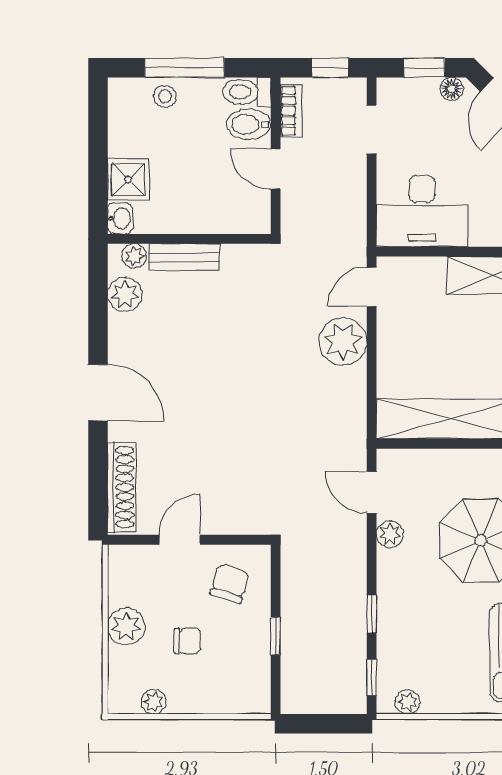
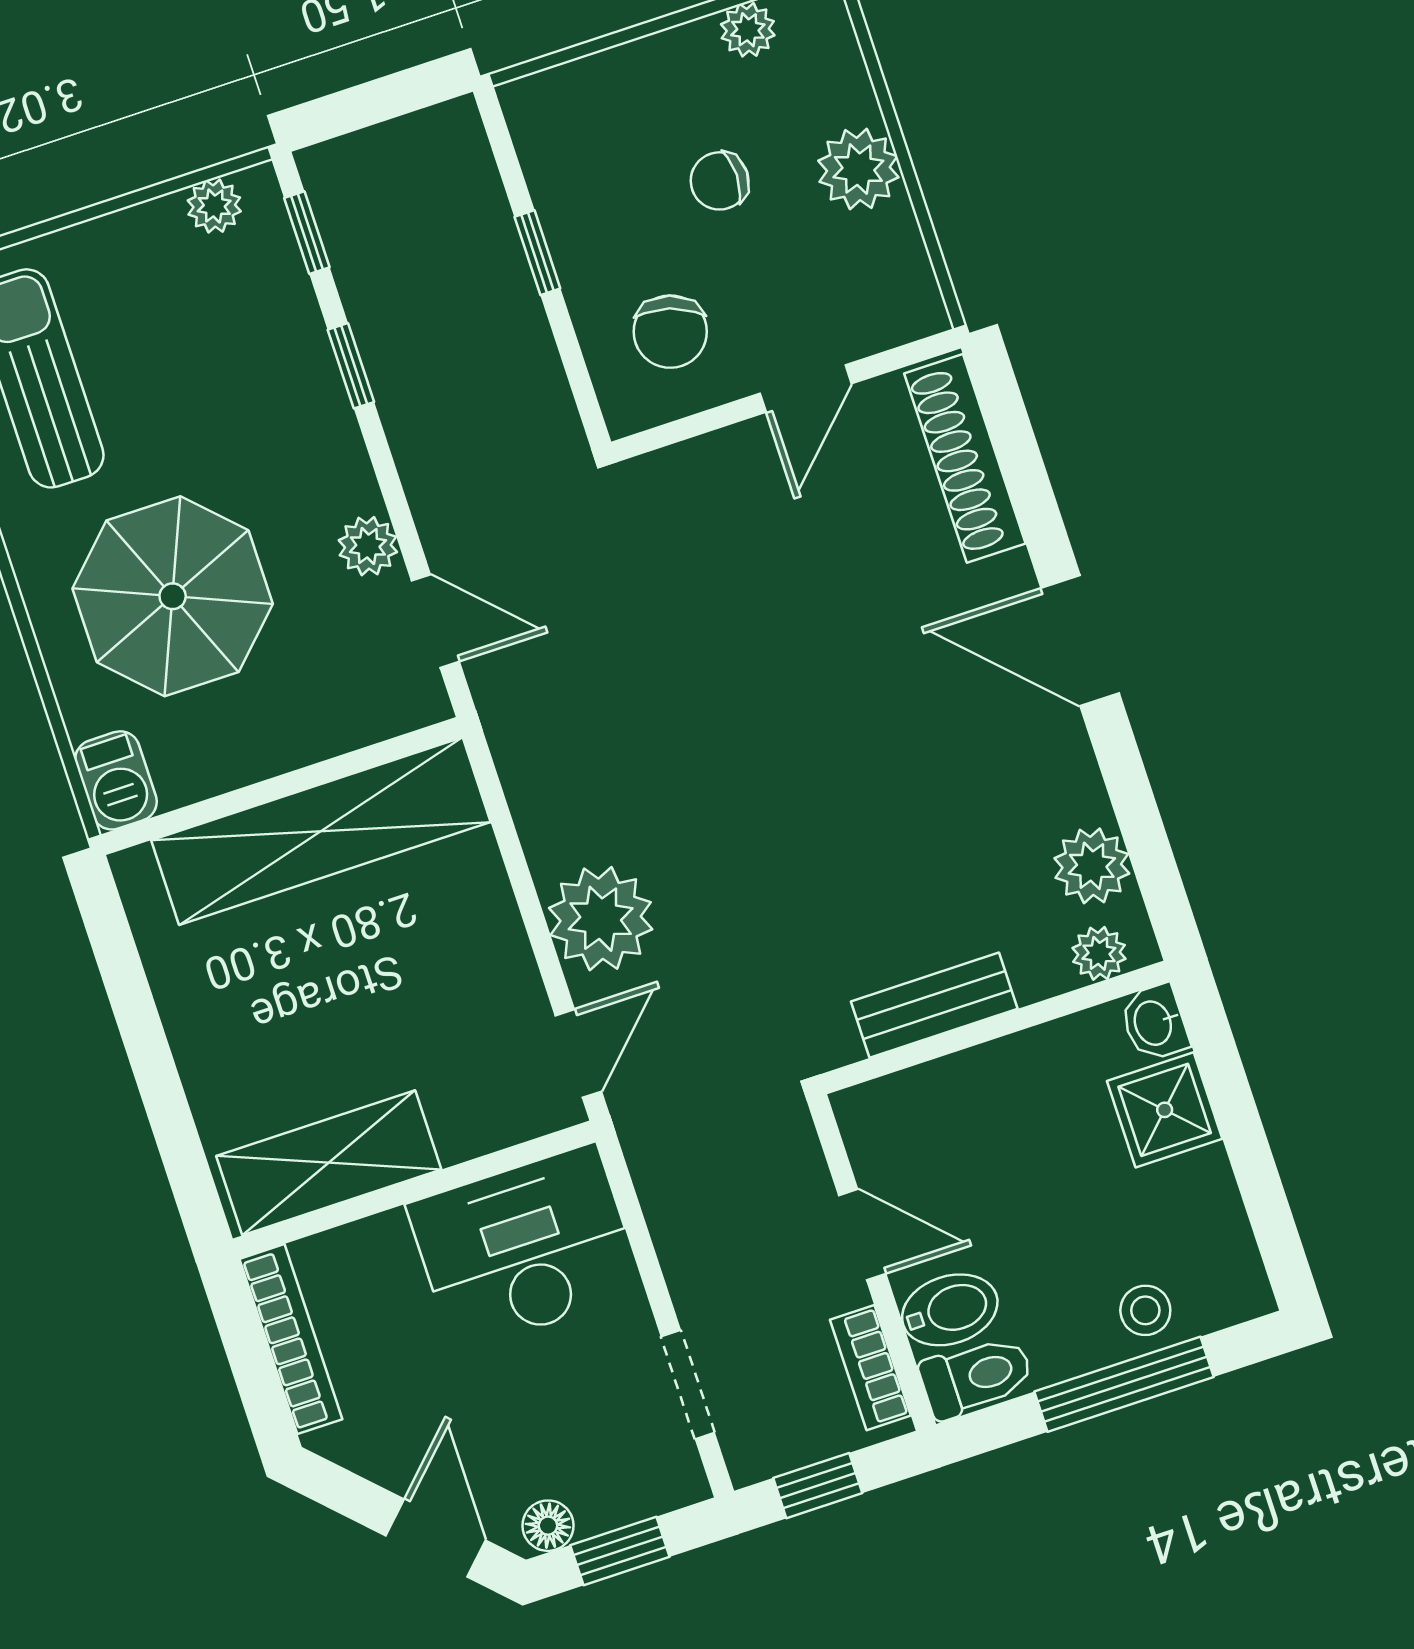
bench: (184, 257) -> (934, 1005), moved

